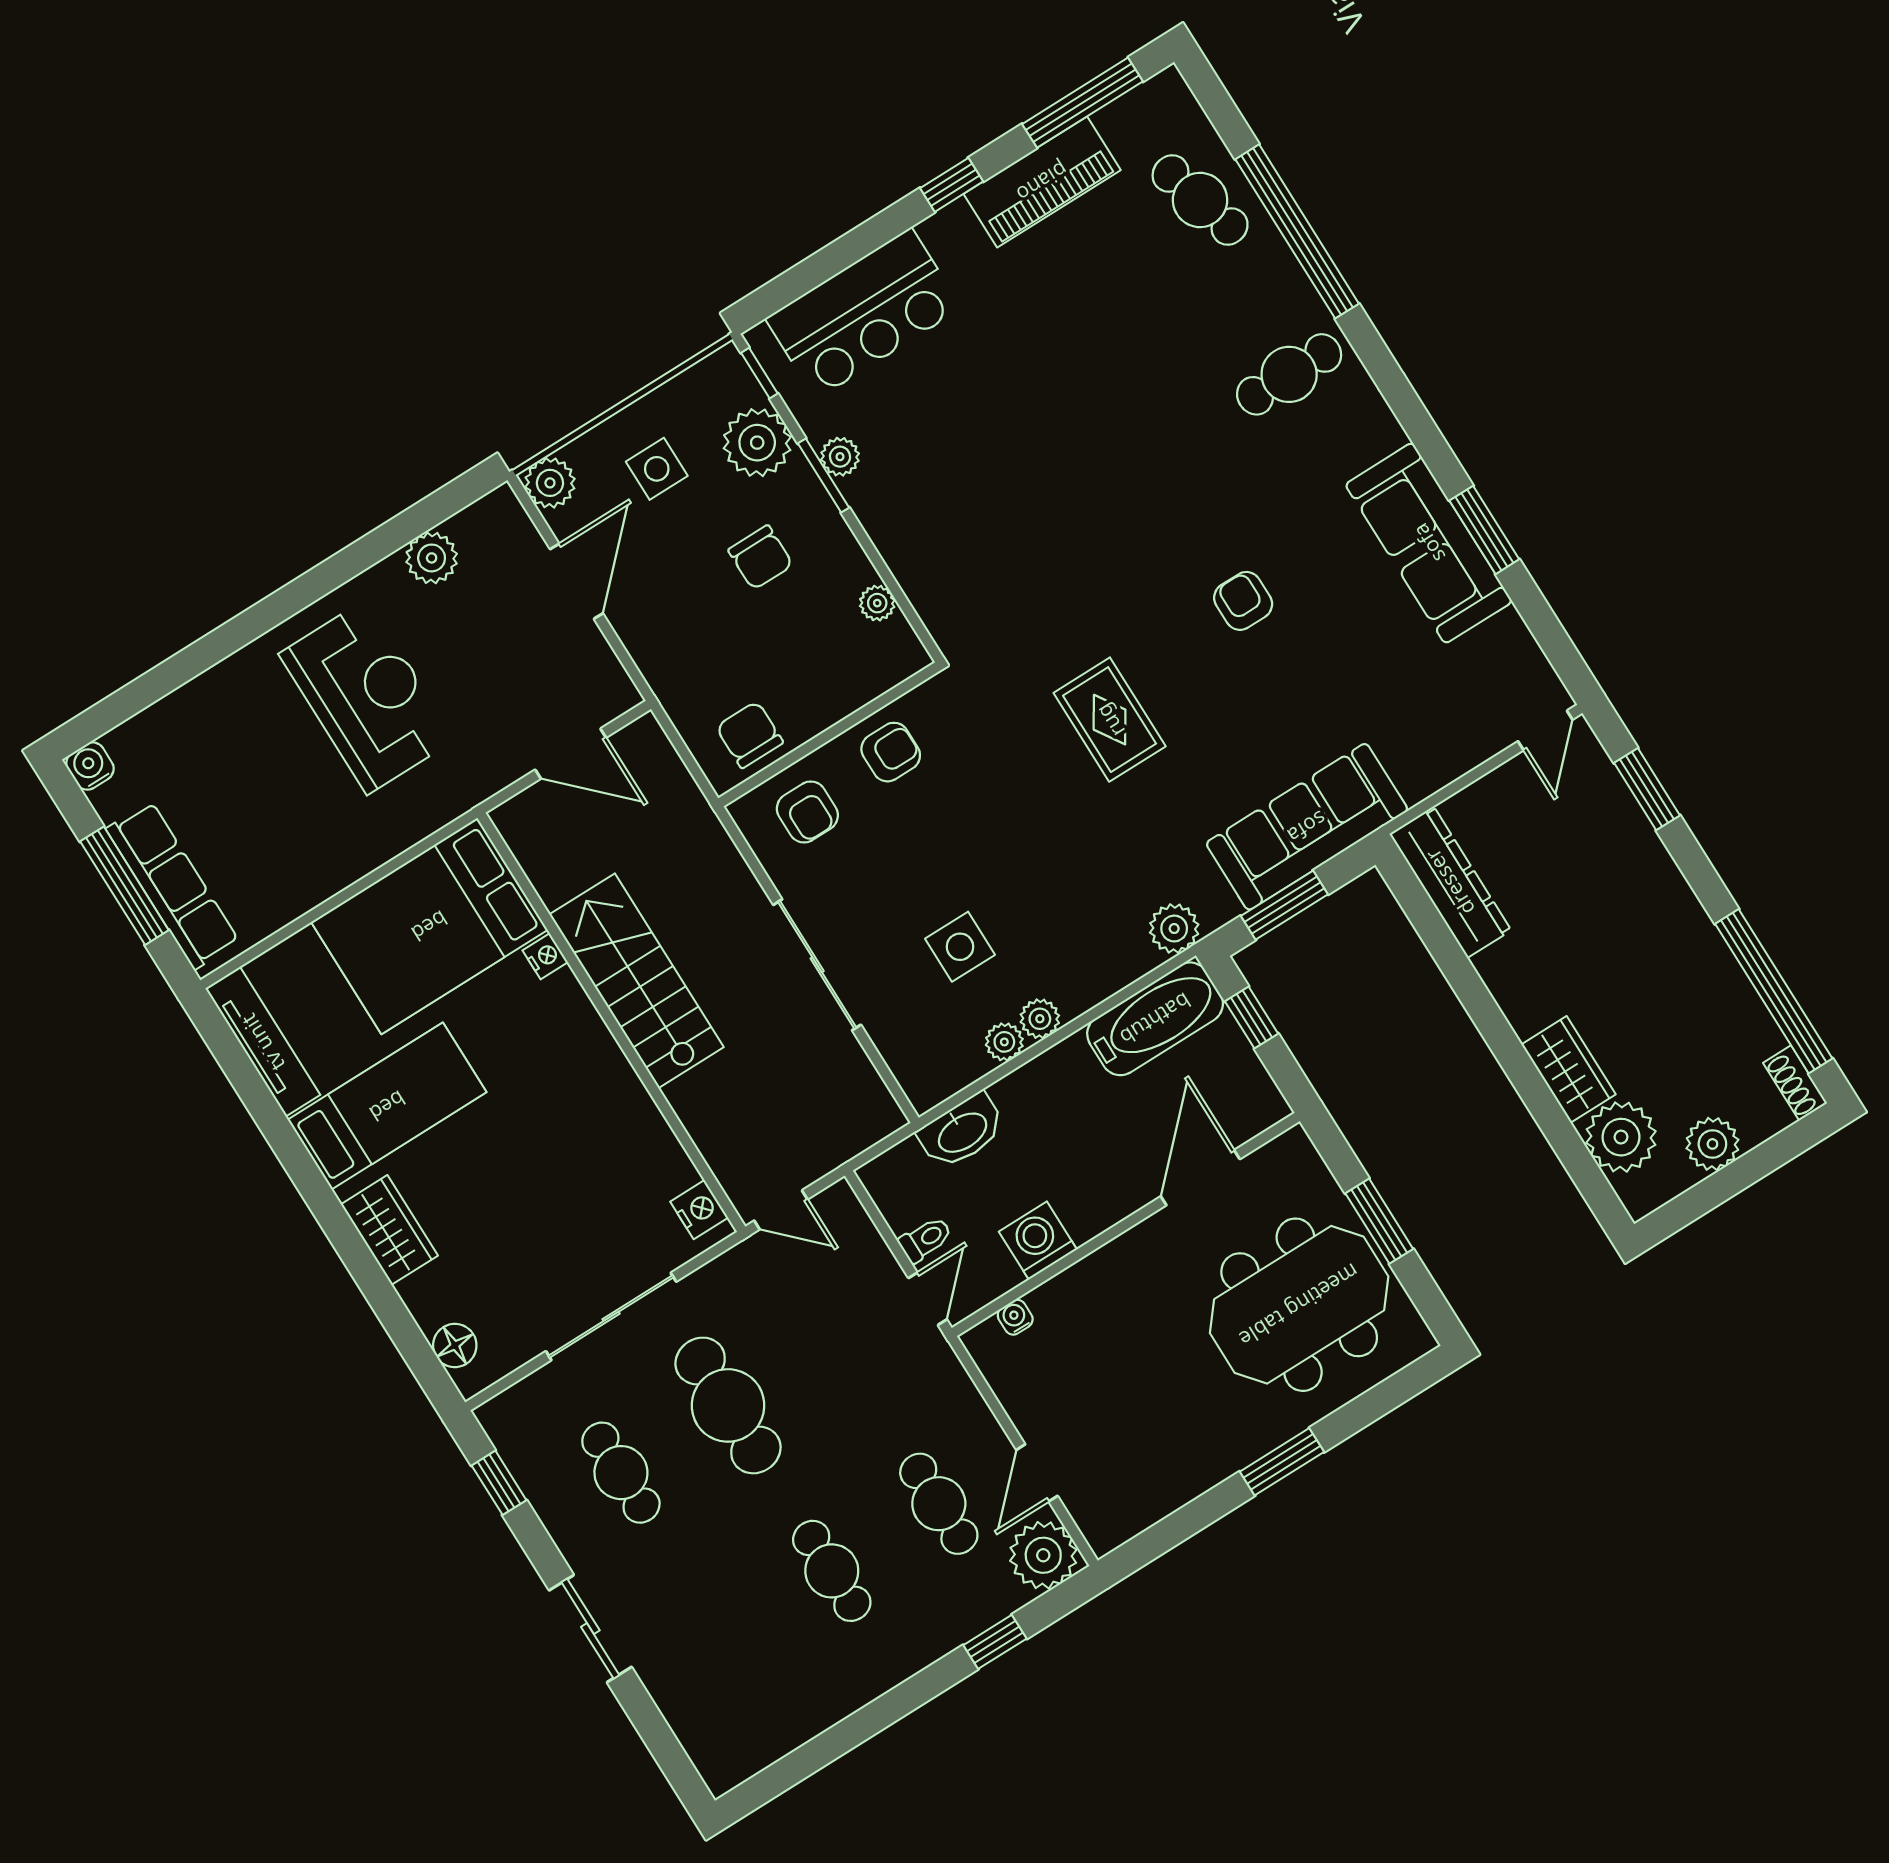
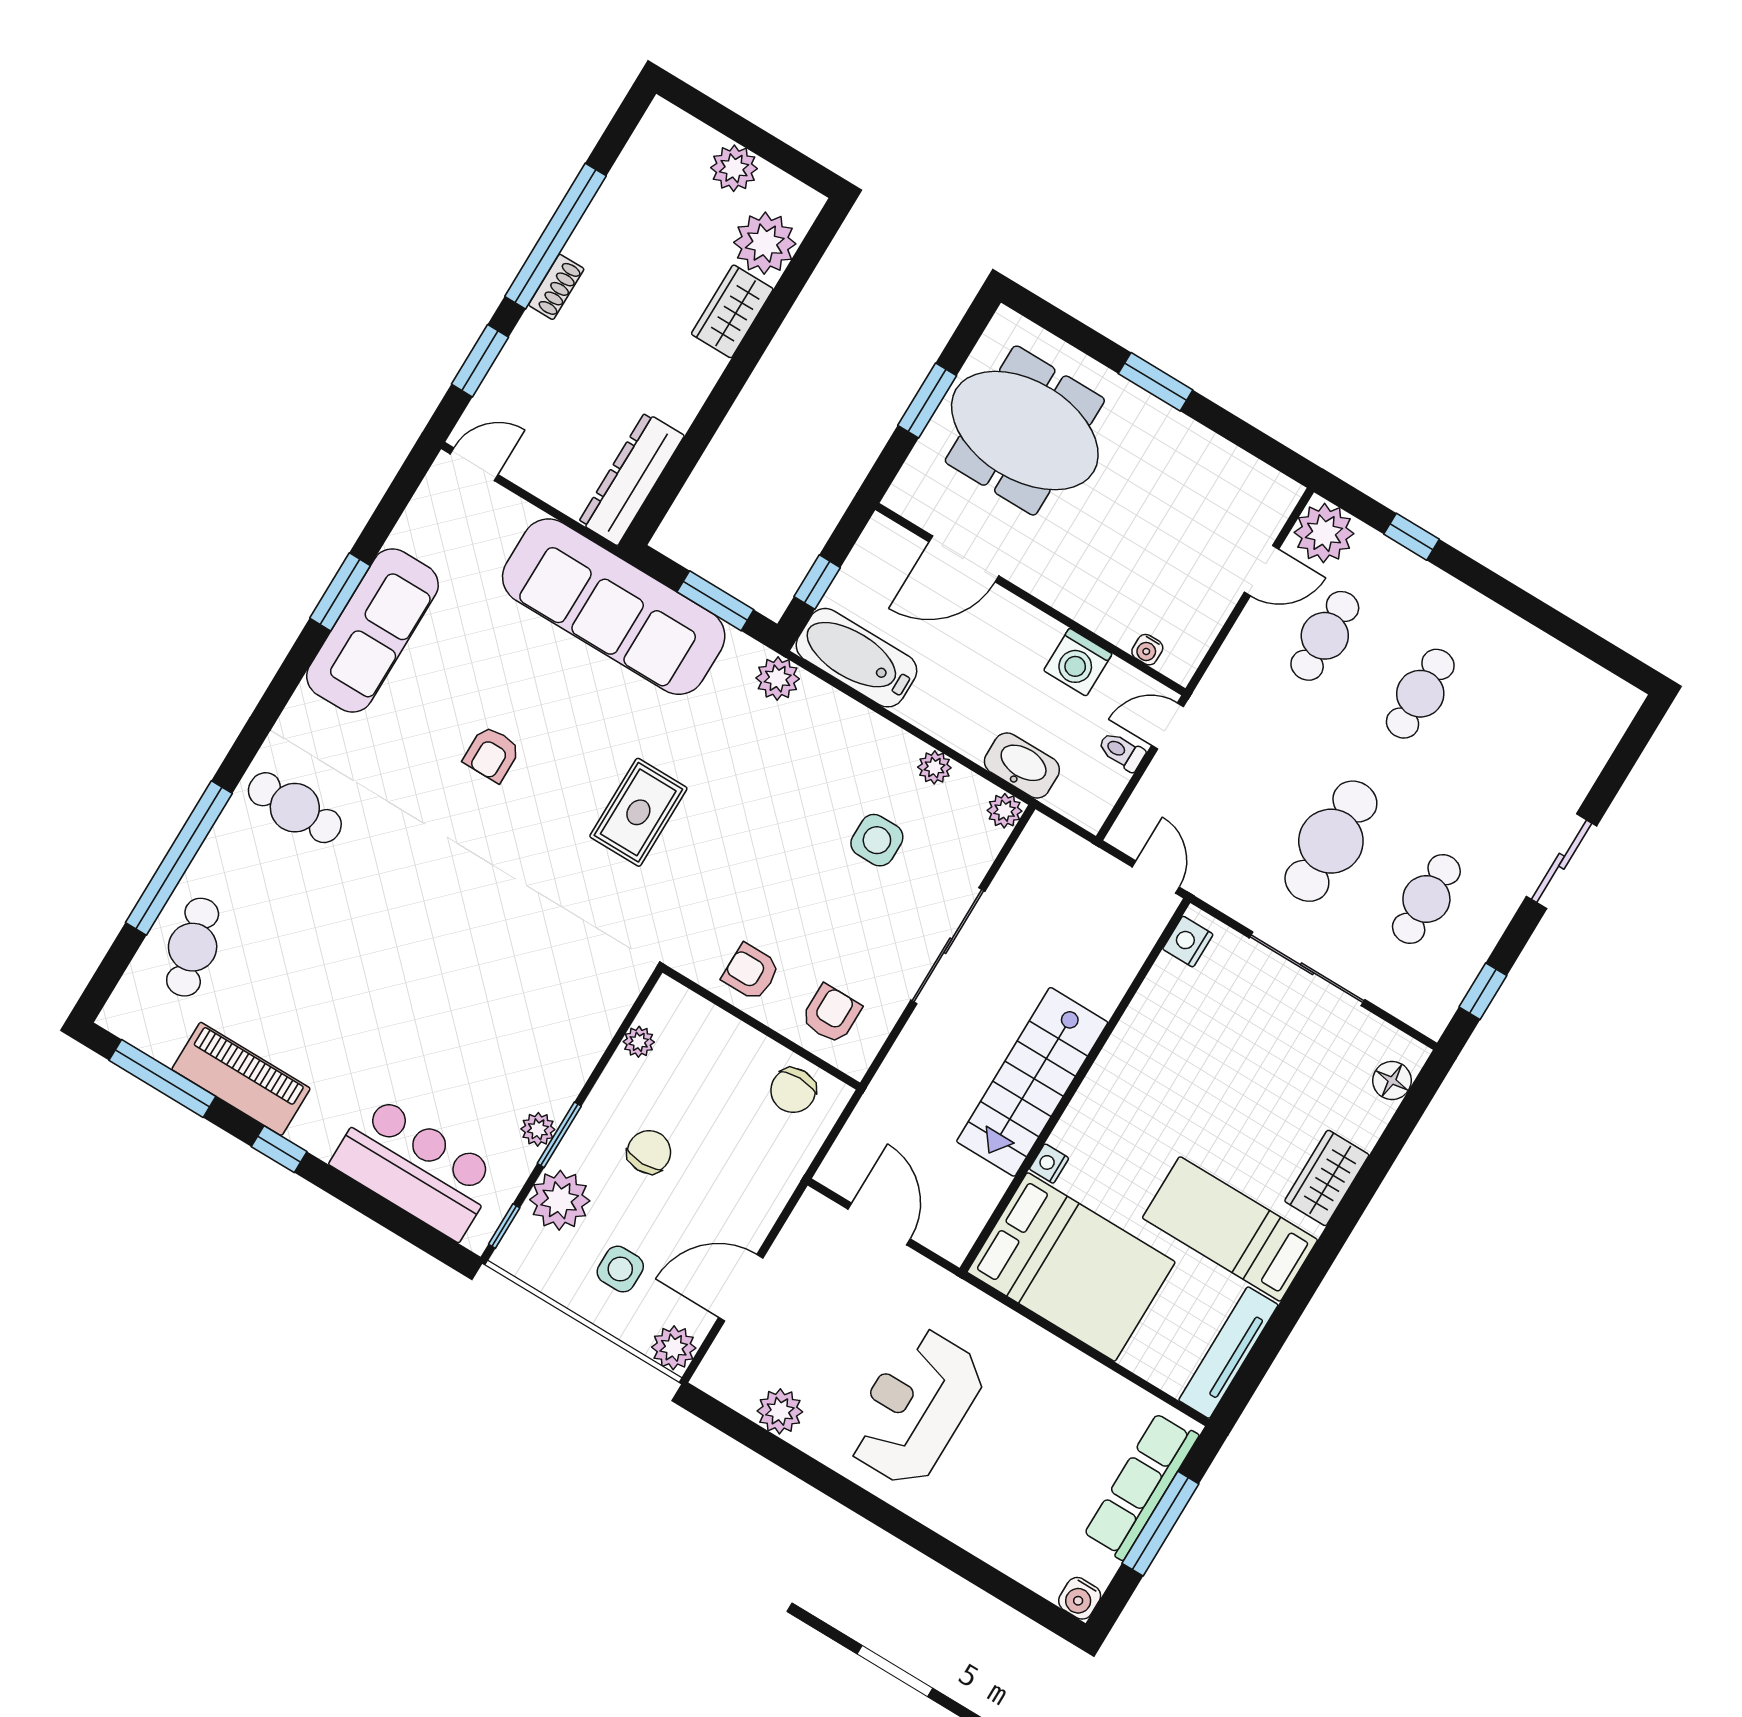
sofa: (1307, 827) -> (614, 607), width x1.36, depth x1.27
window: (1774, 991) -> (555, 236), moved
plant: (1040, 1019) -> (1005, 811), moved
shoe rack: (1795, 1083) -> (556, 287), moved

